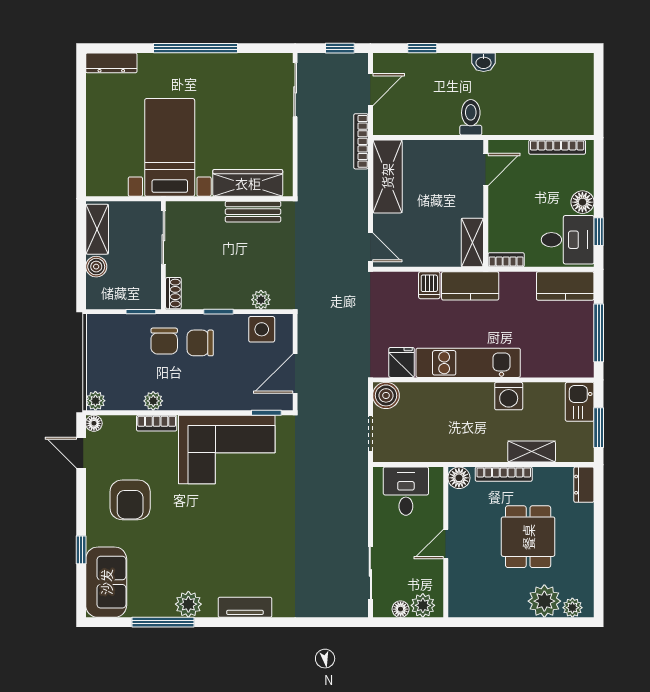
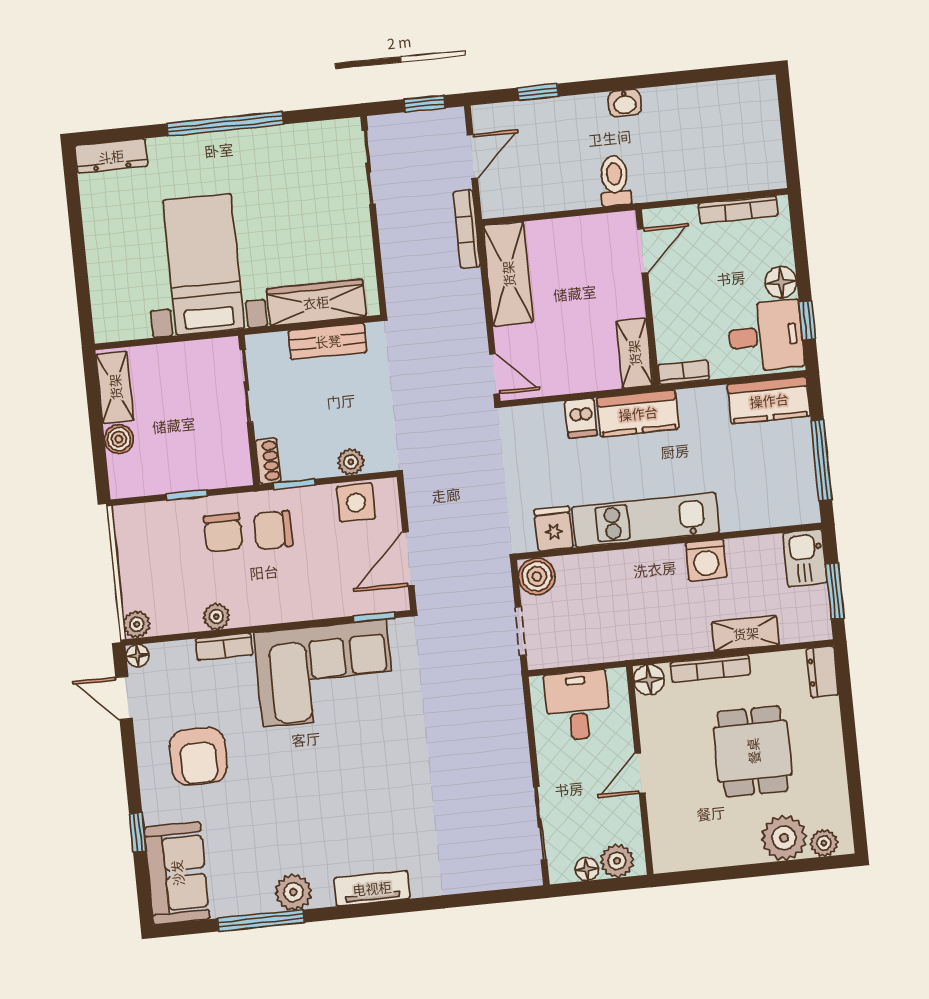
sliding door: (163, 238) -> (246, 386), moved
wall: (163, 255) -> (249, 410), moved
shoe rack: (173, 293) -> (268, 461), moved

